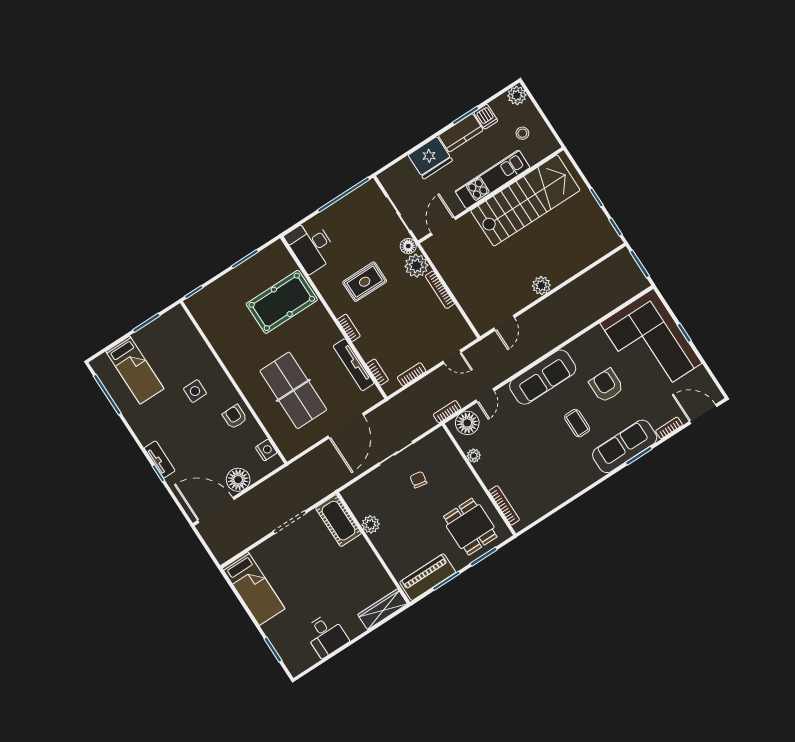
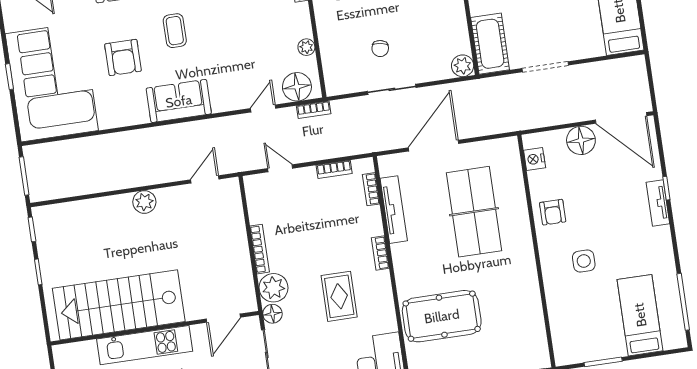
rug: (365, 282) -> (339, 296), turned 90
sofa: (543, 377) -> (179, 101), width x0.73
plant: (371, 524) -> (463, 66), moved

